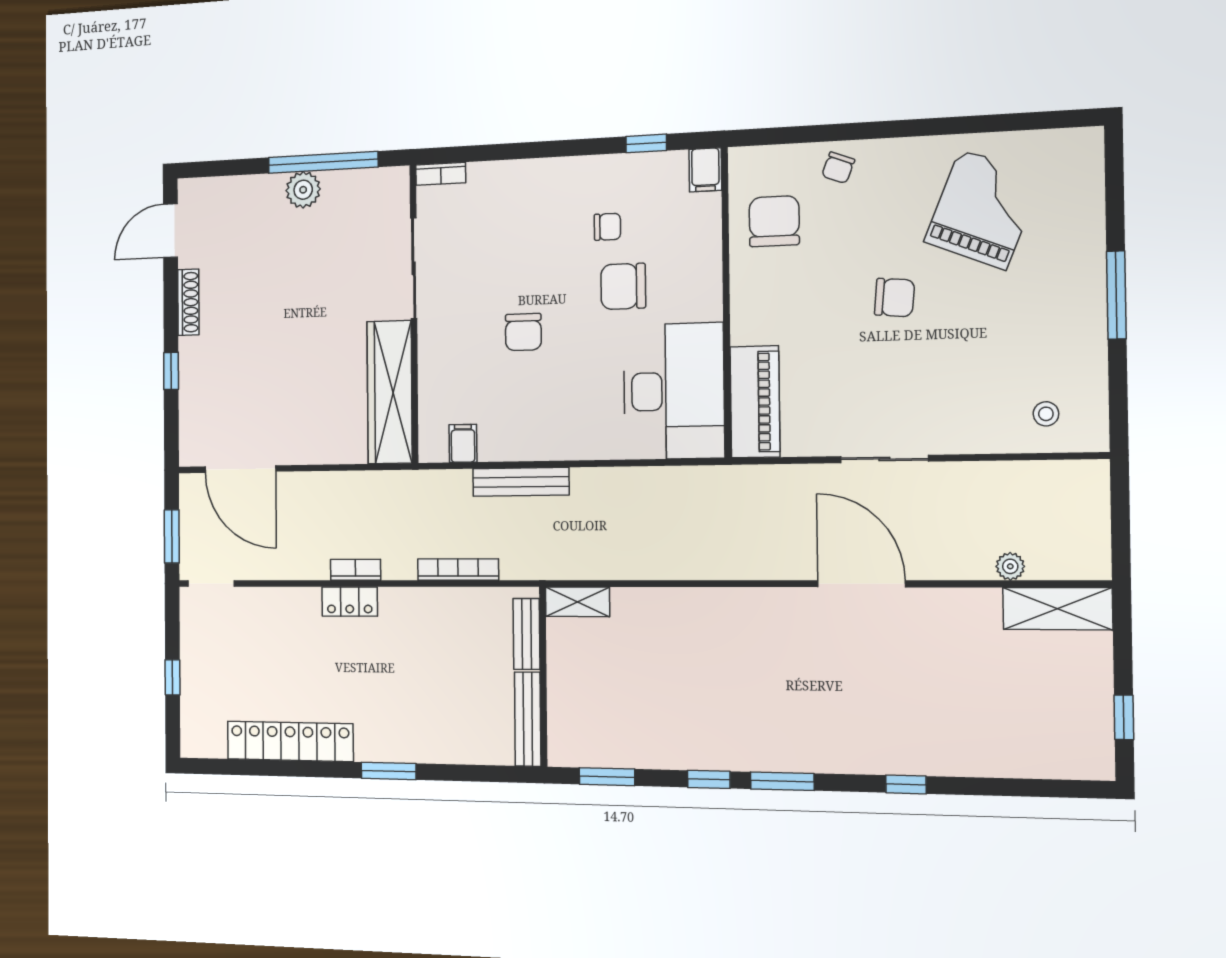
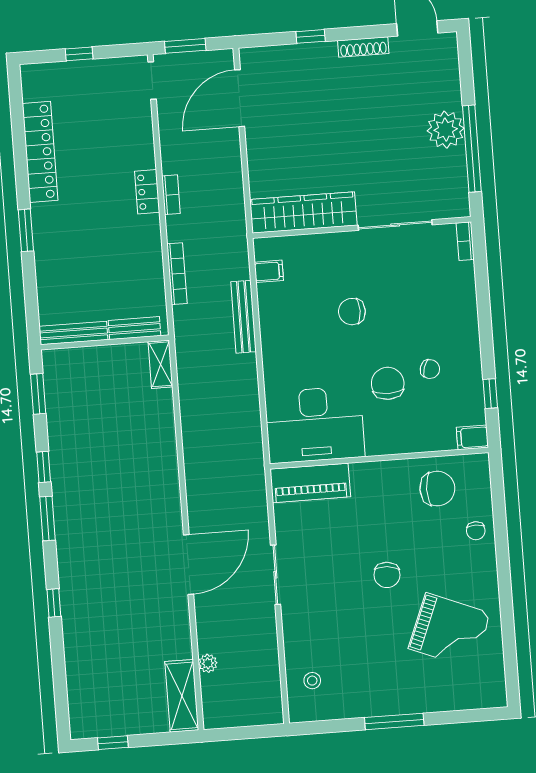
chair: (838, 168) -> (476, 531), turned -111
plant: (303, 190) -> (446, 130), width x1.36, depth x1.36
chair: (607, 227) -> (430, 369), turned -73

